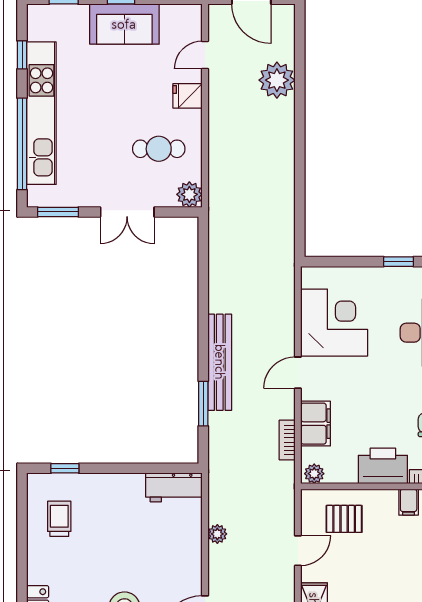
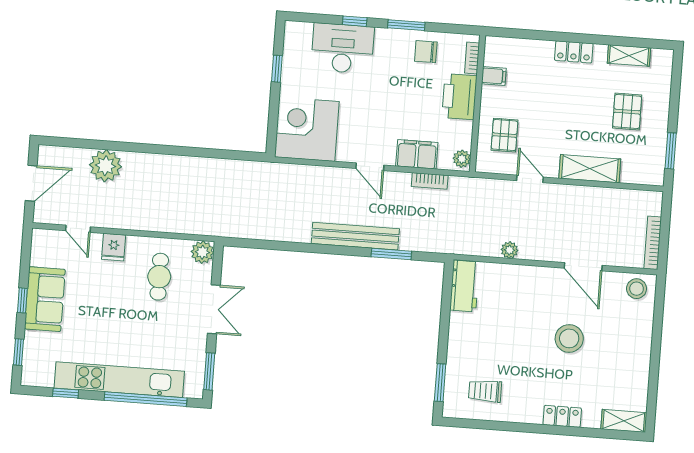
corner desk: (334, 323) -> (307, 129), moved
window: (65, 468) -> (440, 383), width x1.50

